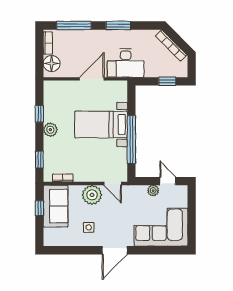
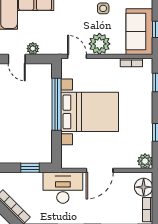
window: (167, 81) -> (30, 168), moved
bed with nightstands: (101, 124) -> (90, 112), width x1.36
plant: (50, 130) -> (145, 161), moved

